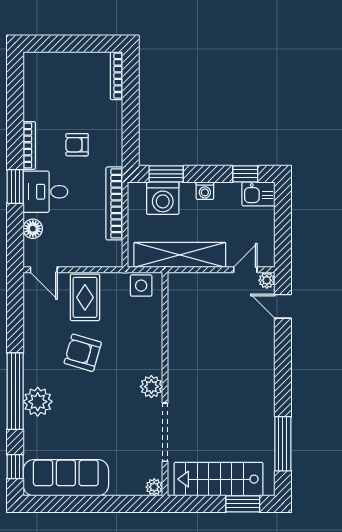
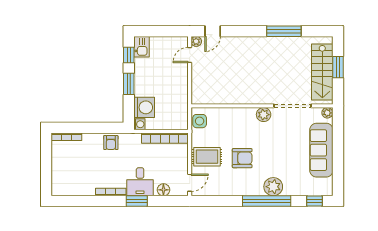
armchair: (77, 145) -> (111, 143), moved
window: (166, 174) -> (129, 84), moved
washing machine: (205, 191) -> (139, 124), moved
bookcase: (114, 203) -> (165, 138), moved
shelving: (180, 255) -> (180, 97), removed
door: (245, 270) -> (190, 55), hinge flipped
armchair: (83, 353) -> (242, 158), turned -106
window: (283, 444) -> (284, 31), moved
sofa: (66, 478) -> (321, 150), moved
window: (243, 504) -> (338, 67), moved

